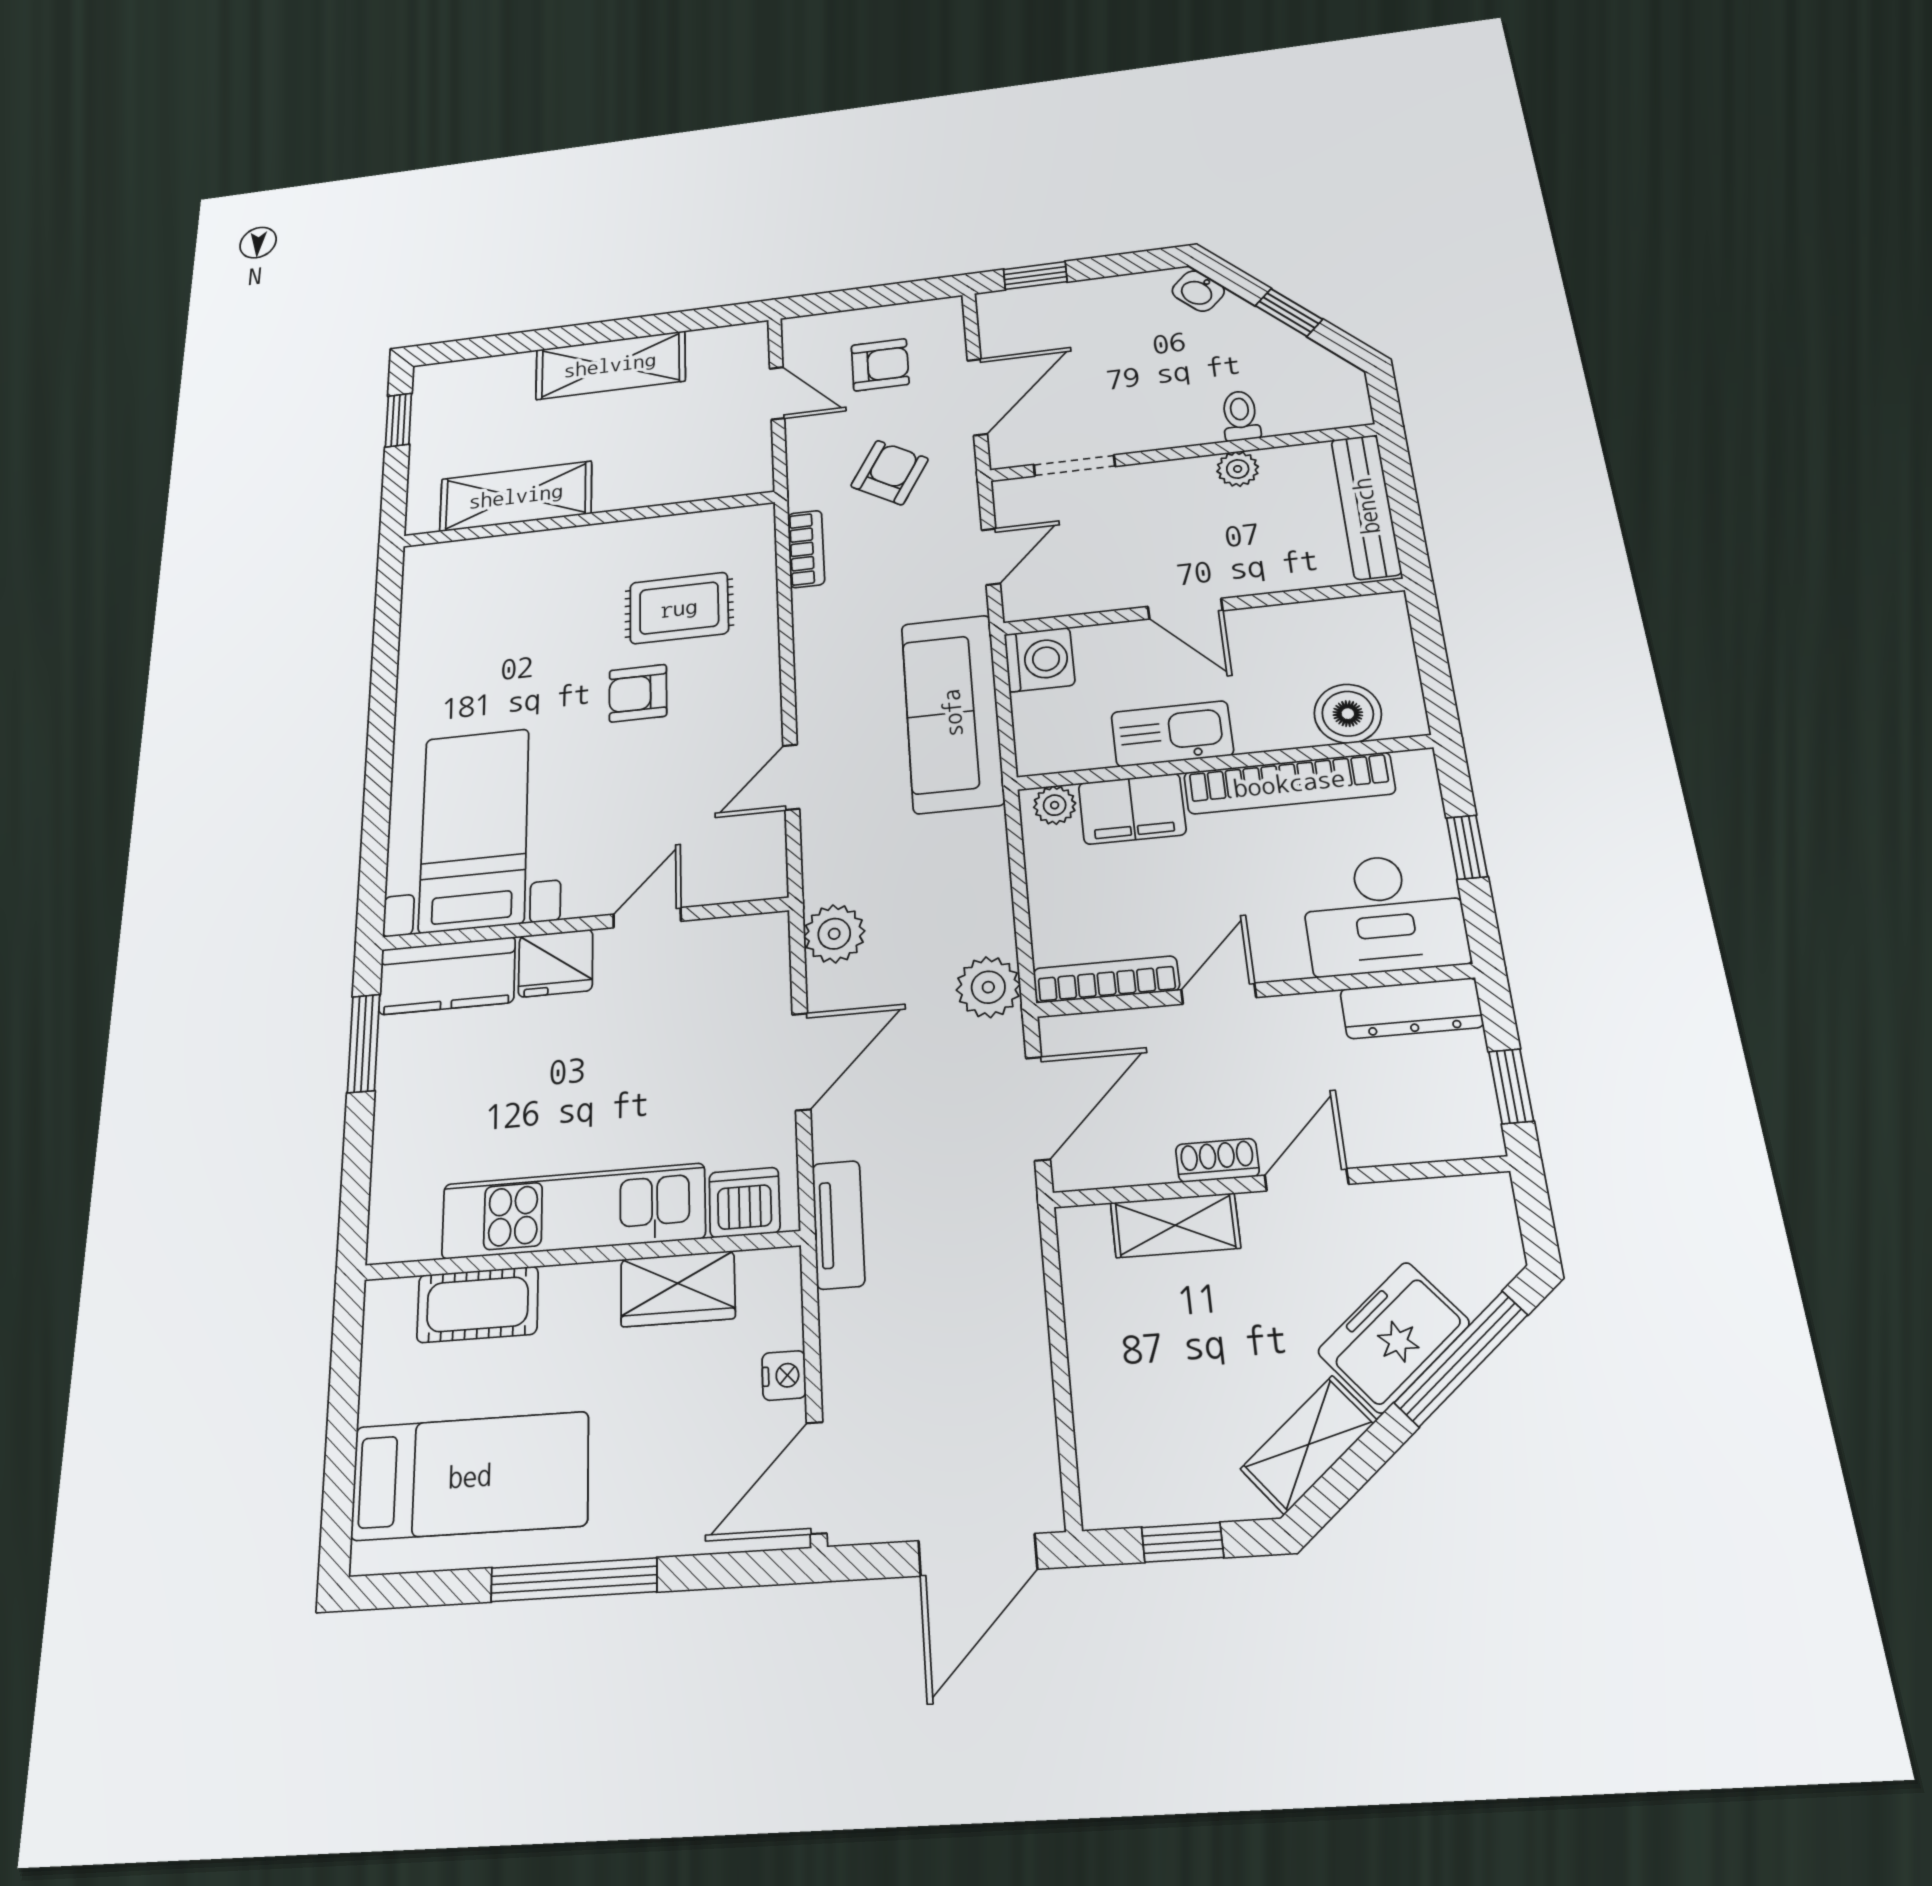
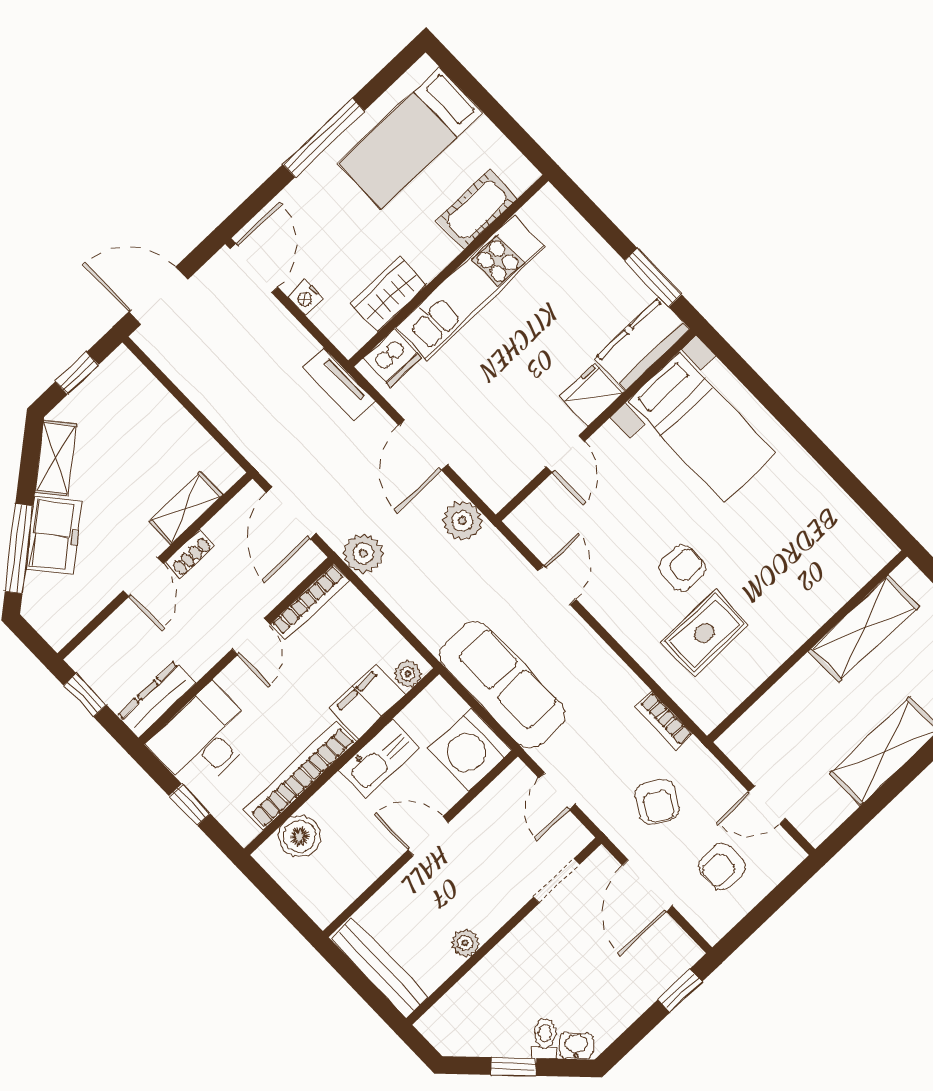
toilet: (1240, 416) -> (545, 1039), moved, turned -135
washing machine: (1039, 660) -> (470, 749), width x1.37, depth x1.37
door: (978, 1555) -> (158, 296), hinge flipped

